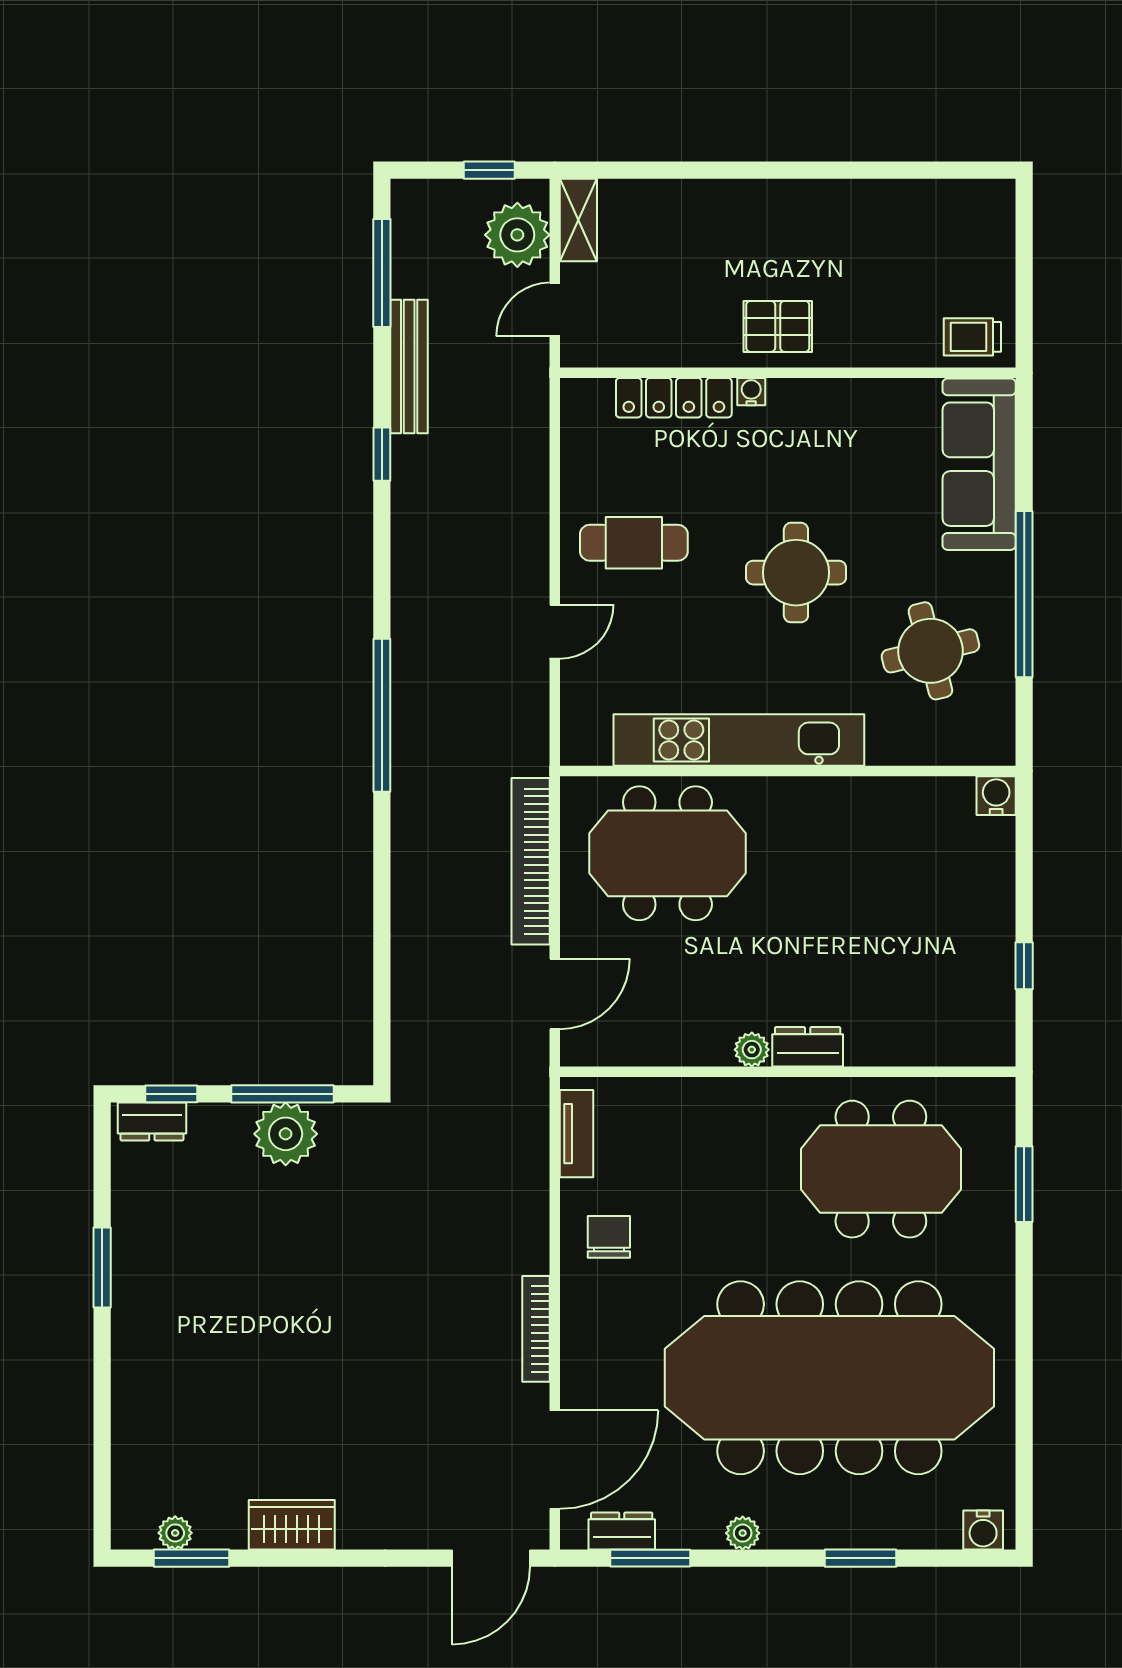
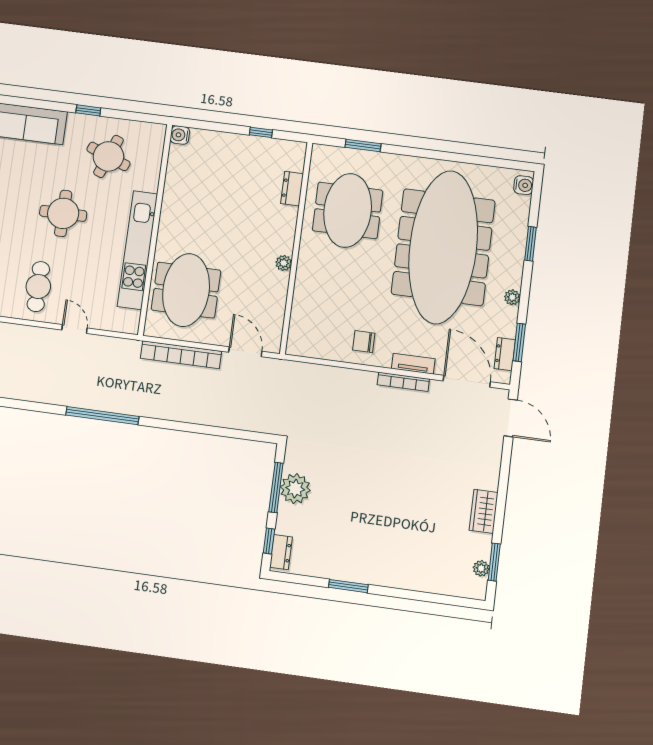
window: (1024, 594) -> (88, 110), width x0.32
round table: (930, 651) -> (108, 156), turned 35
dresser: (808, 1047) -> (292, 189), moved
tv unit: (576, 1134) -> (413, 364), moved

